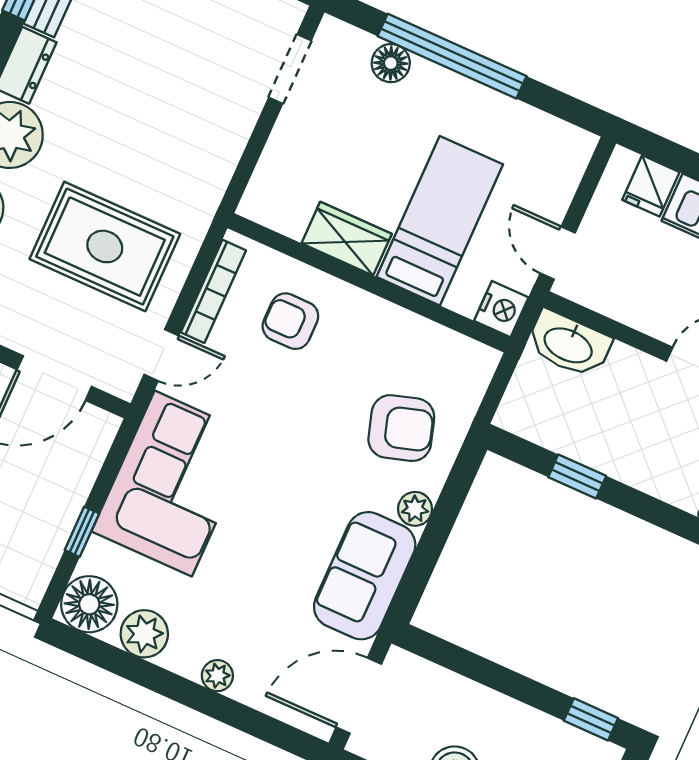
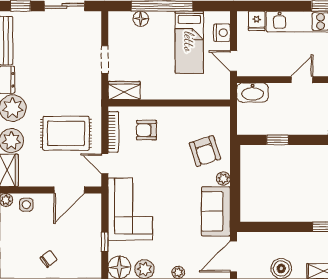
doorway: (290, 69) -> (105, 60), moved
bed: (440, 221) -> (189, 42), moved, turned 180
wardrobe: (347, 239) -> (124, 90), moved
nightstand: (501, 309) -> (222, 33), moved
door: (161, 355) -> (105, 164), swing flipped
armchair: (401, 428) -> (205, 151), turned 89

